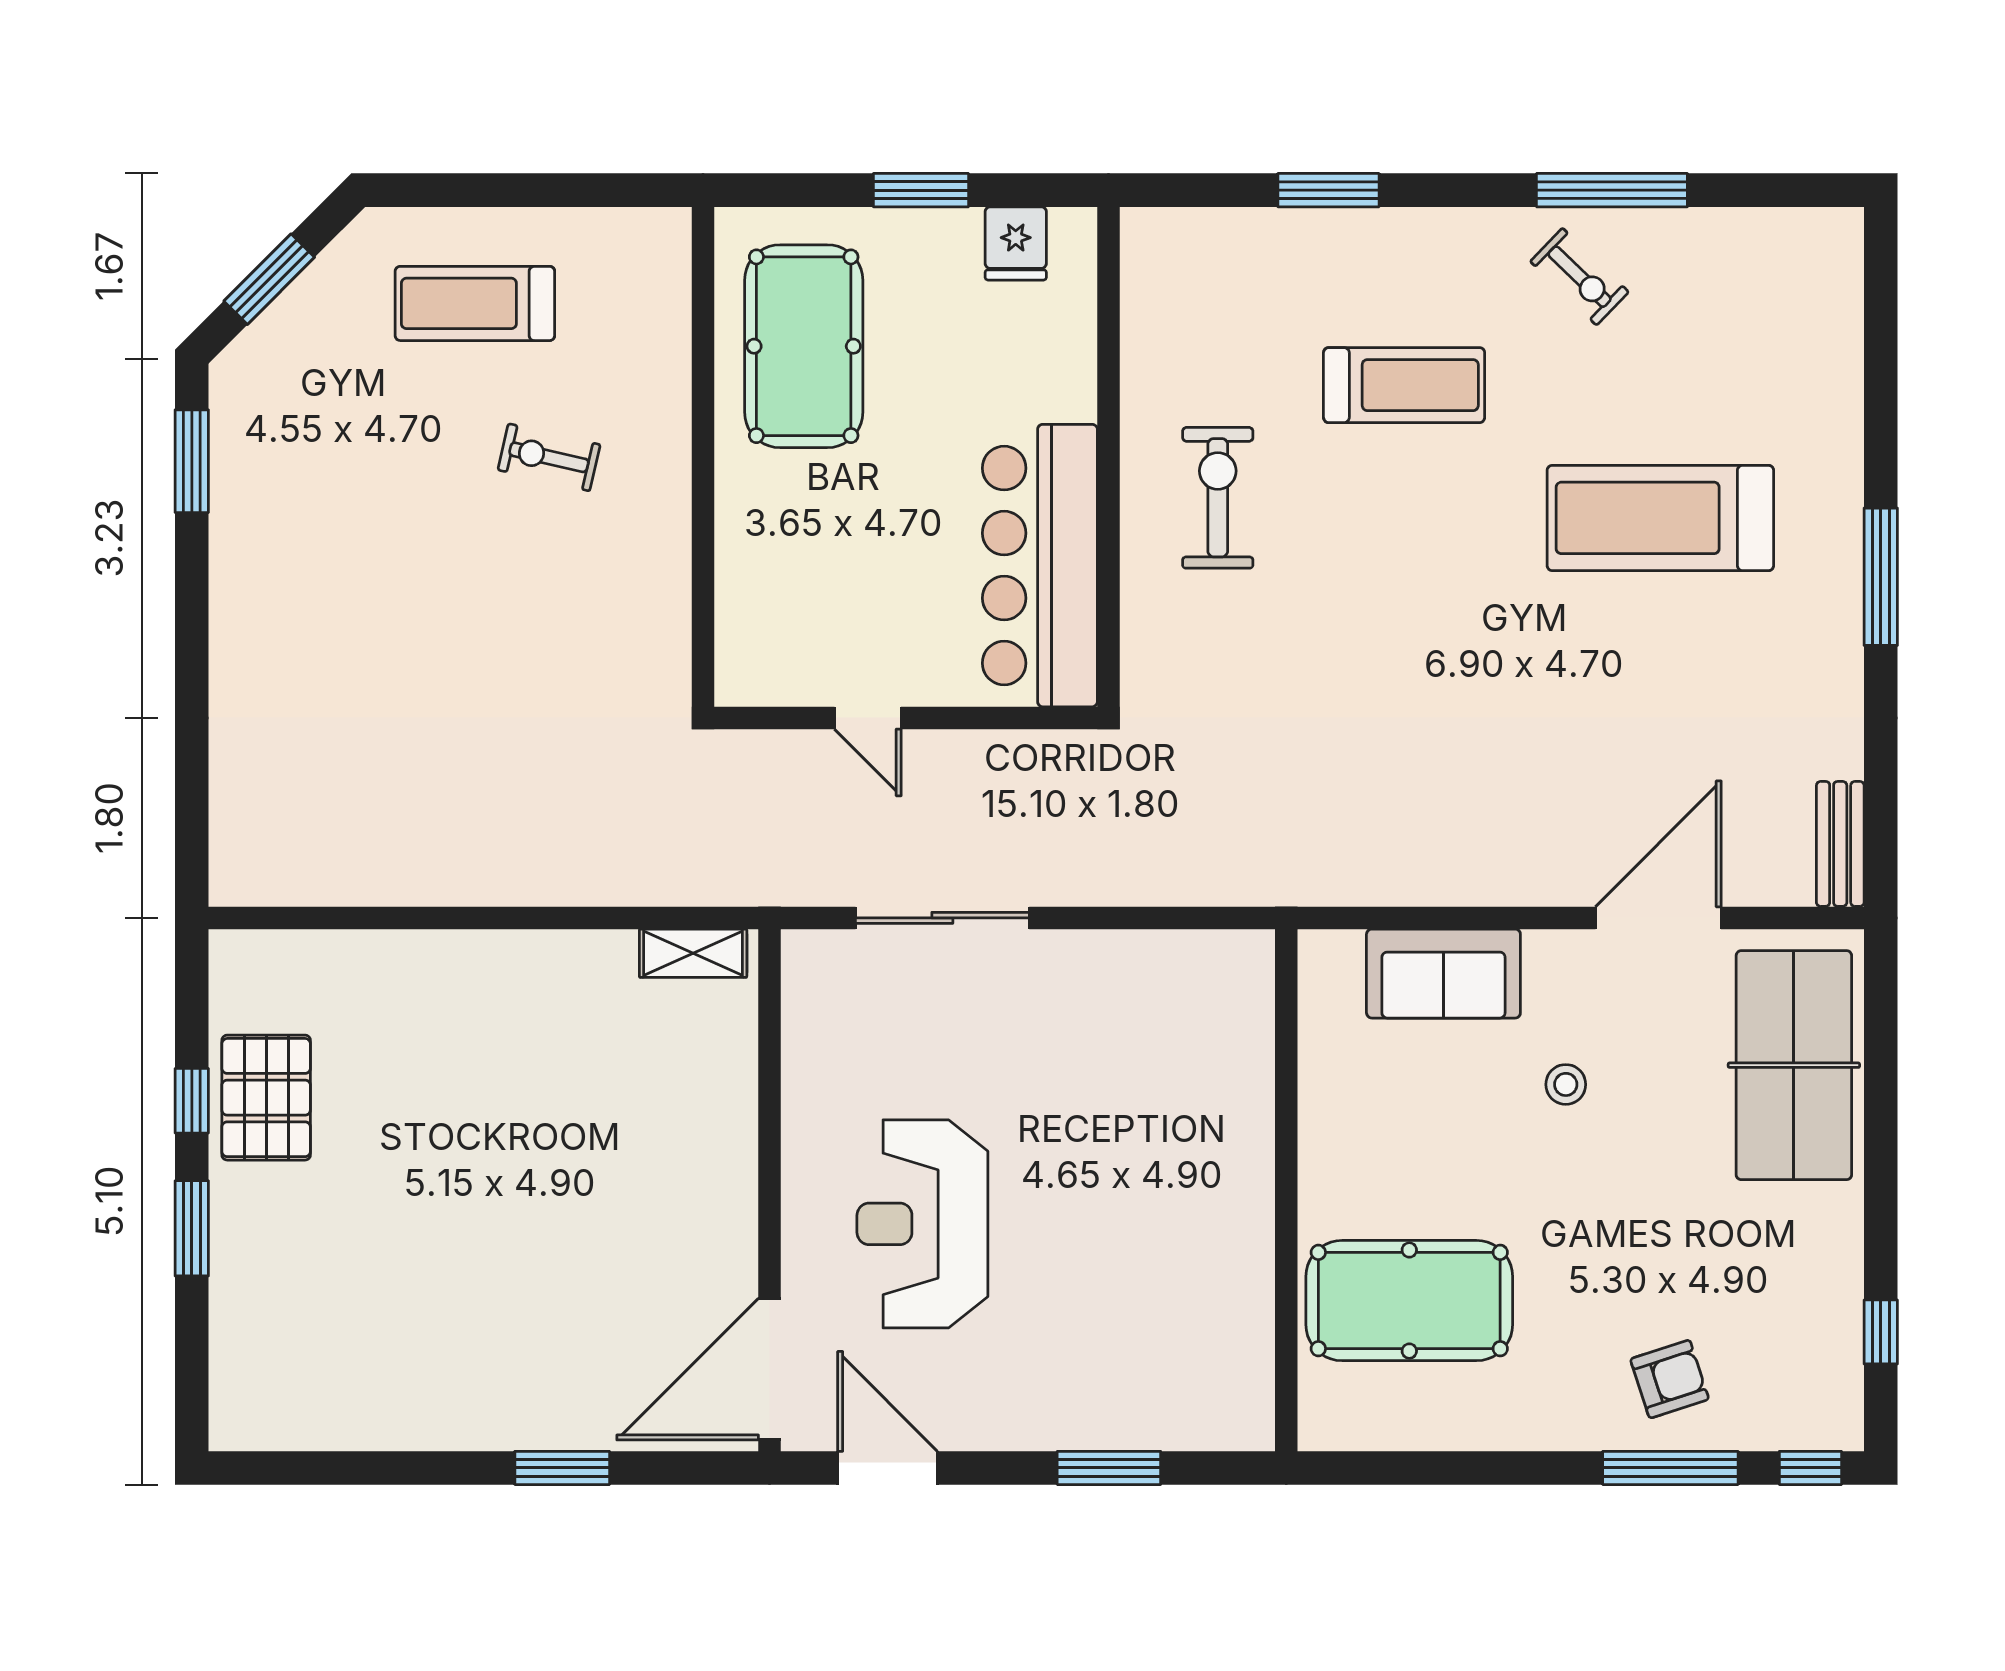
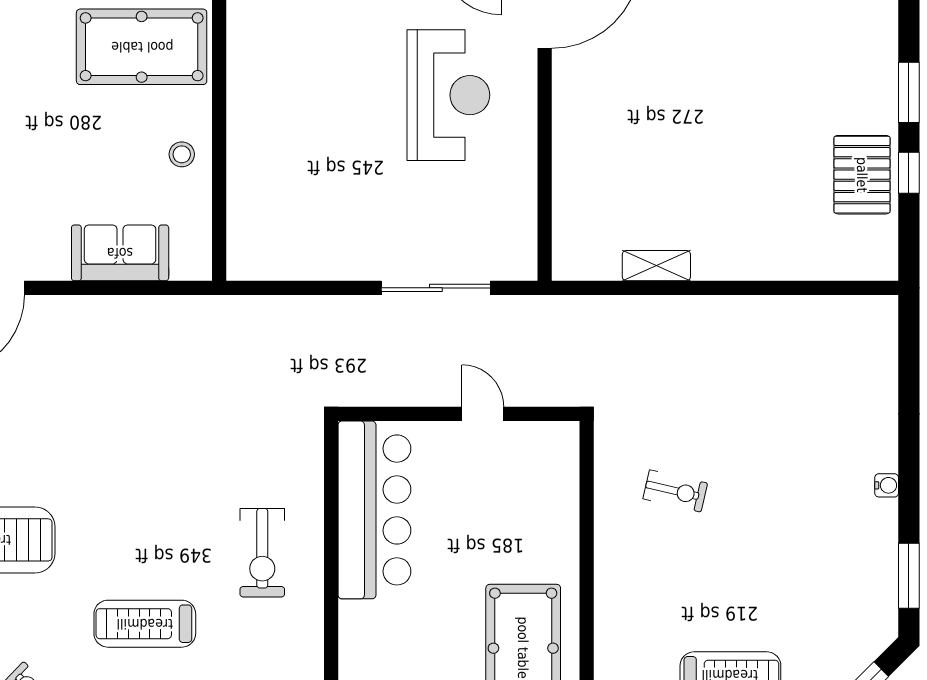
exercise bike: (549, 457) -> (675, 491), moved
water cooler: (227, 605) -> (887, 485), added
shelving: (693, 953) -> (656, 266), moved
stool: (1566, 1084) -> (182, 154), moved

